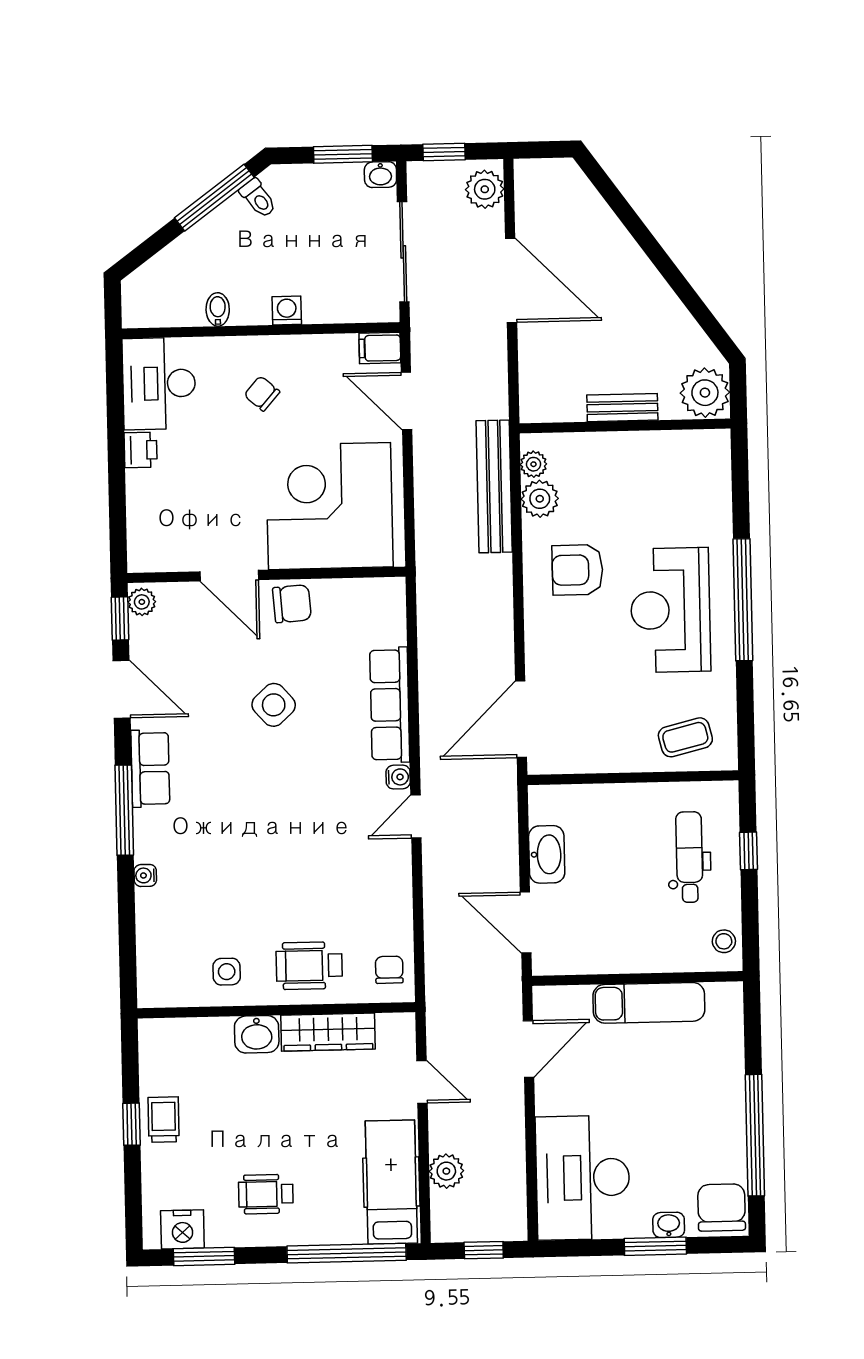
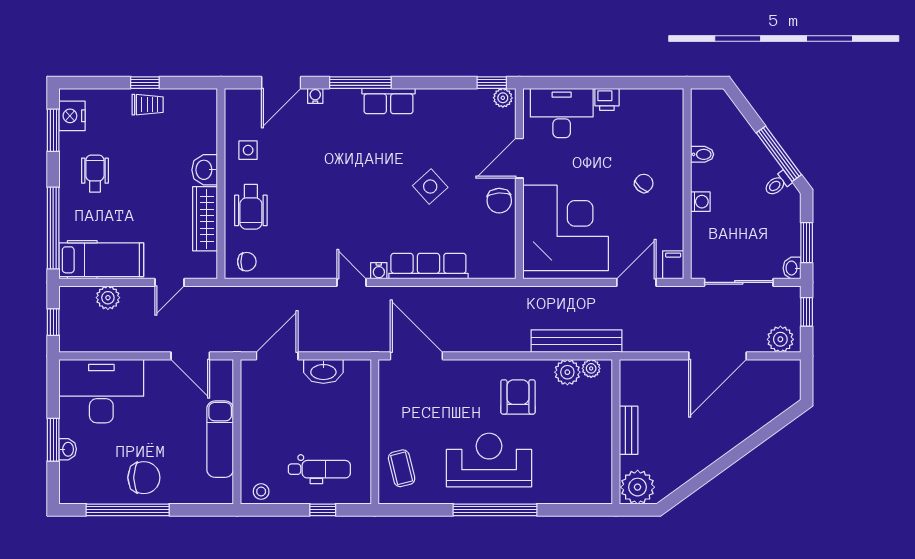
desk: (159, 383) -> (562, 113), moved
door: (122, 689) -> (281, 83), moved
wheelchair: (309, 966) -> (251, 207), turned 180
chair: (722, 1207) -> (144, 478), moved

